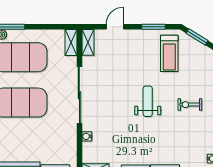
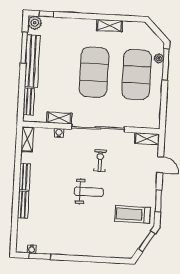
shelving: (71, 43) -> (59, 118), moved
exercise bike: (190, 105) -> (100, 161), moved

